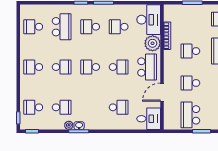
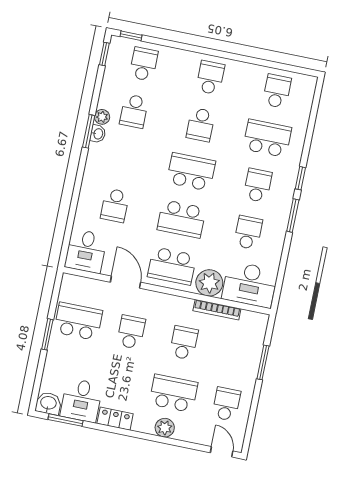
school desk: (62, 27) -> (267, 138), turned 180
school desk: (90, 67) -> (191, 172), width x1.85
school desk: (119, 67) -> (181, 219), width x1.85

